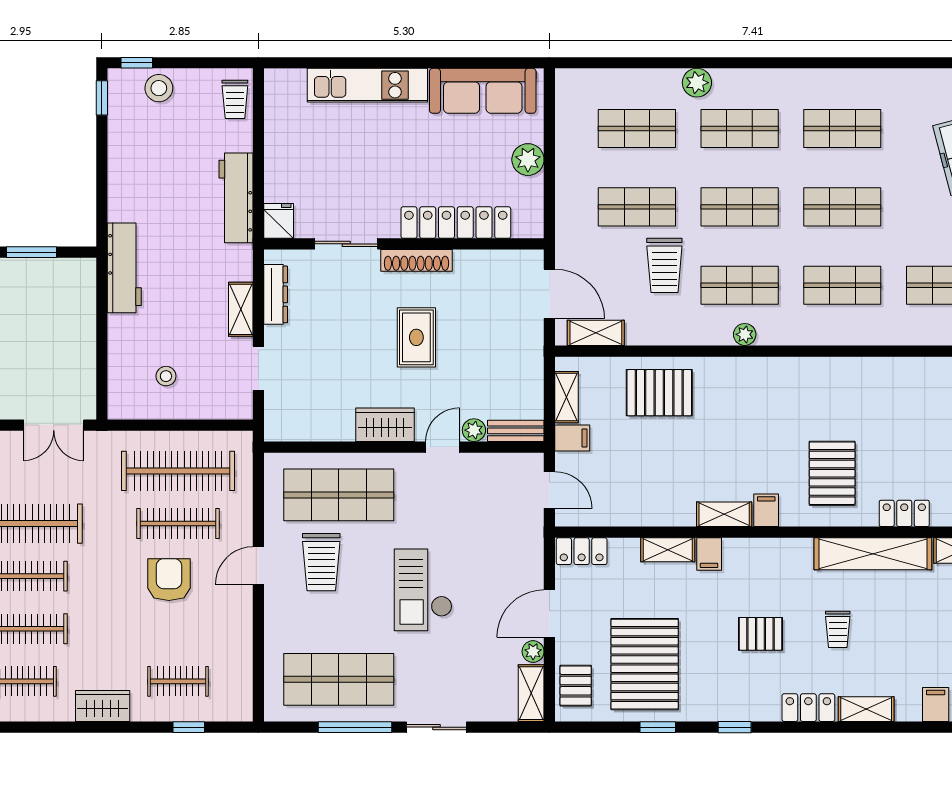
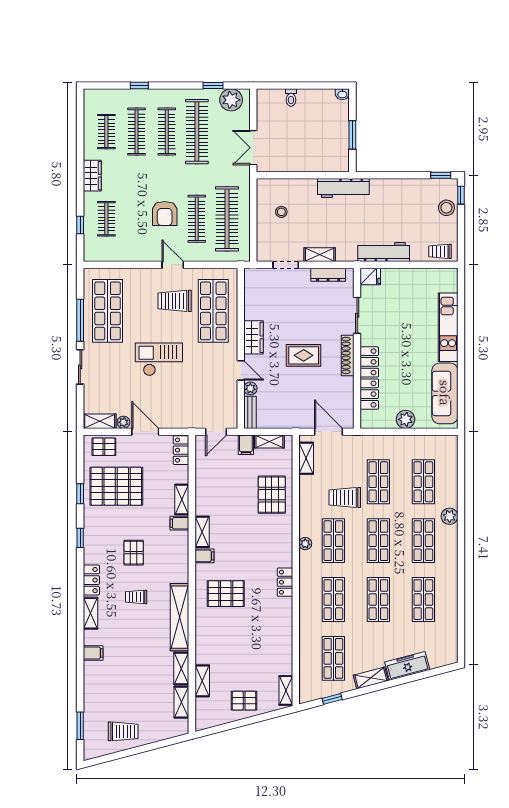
door: (549, 294) -> (329, 432), swing flipped
locker: (904, 513) -> (285, 582), moved, turned 180
armchair: (169, 580) -> (165, 214), turned 90

